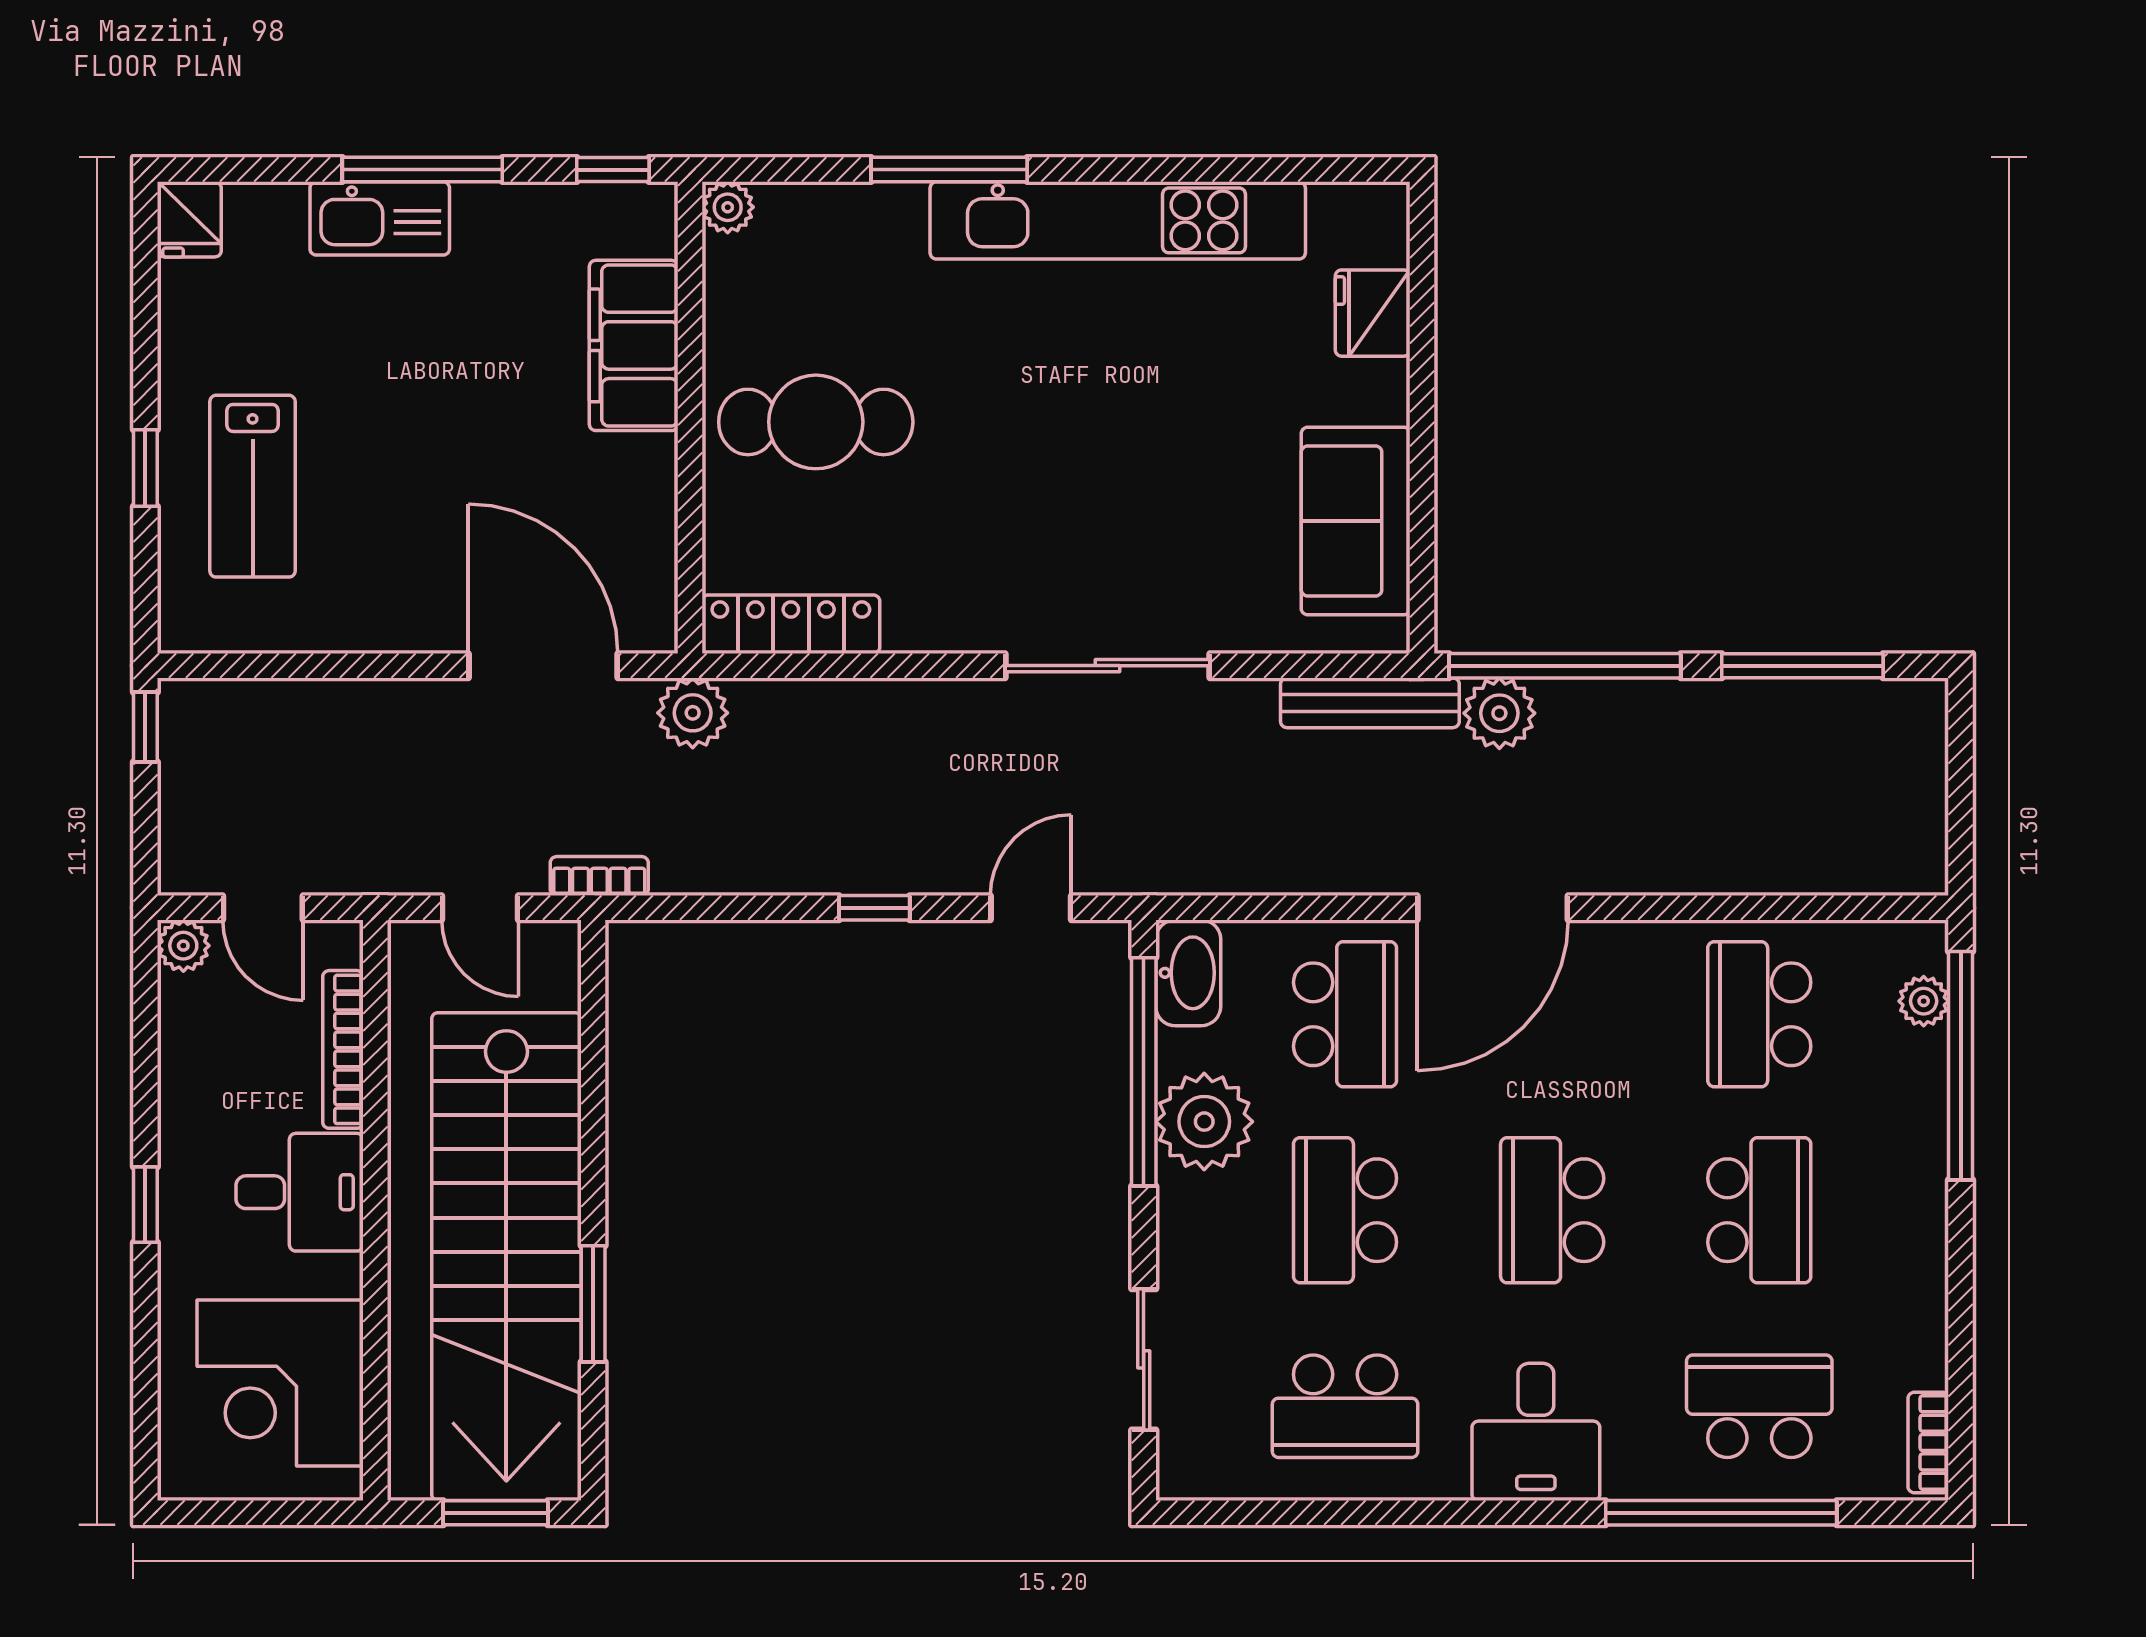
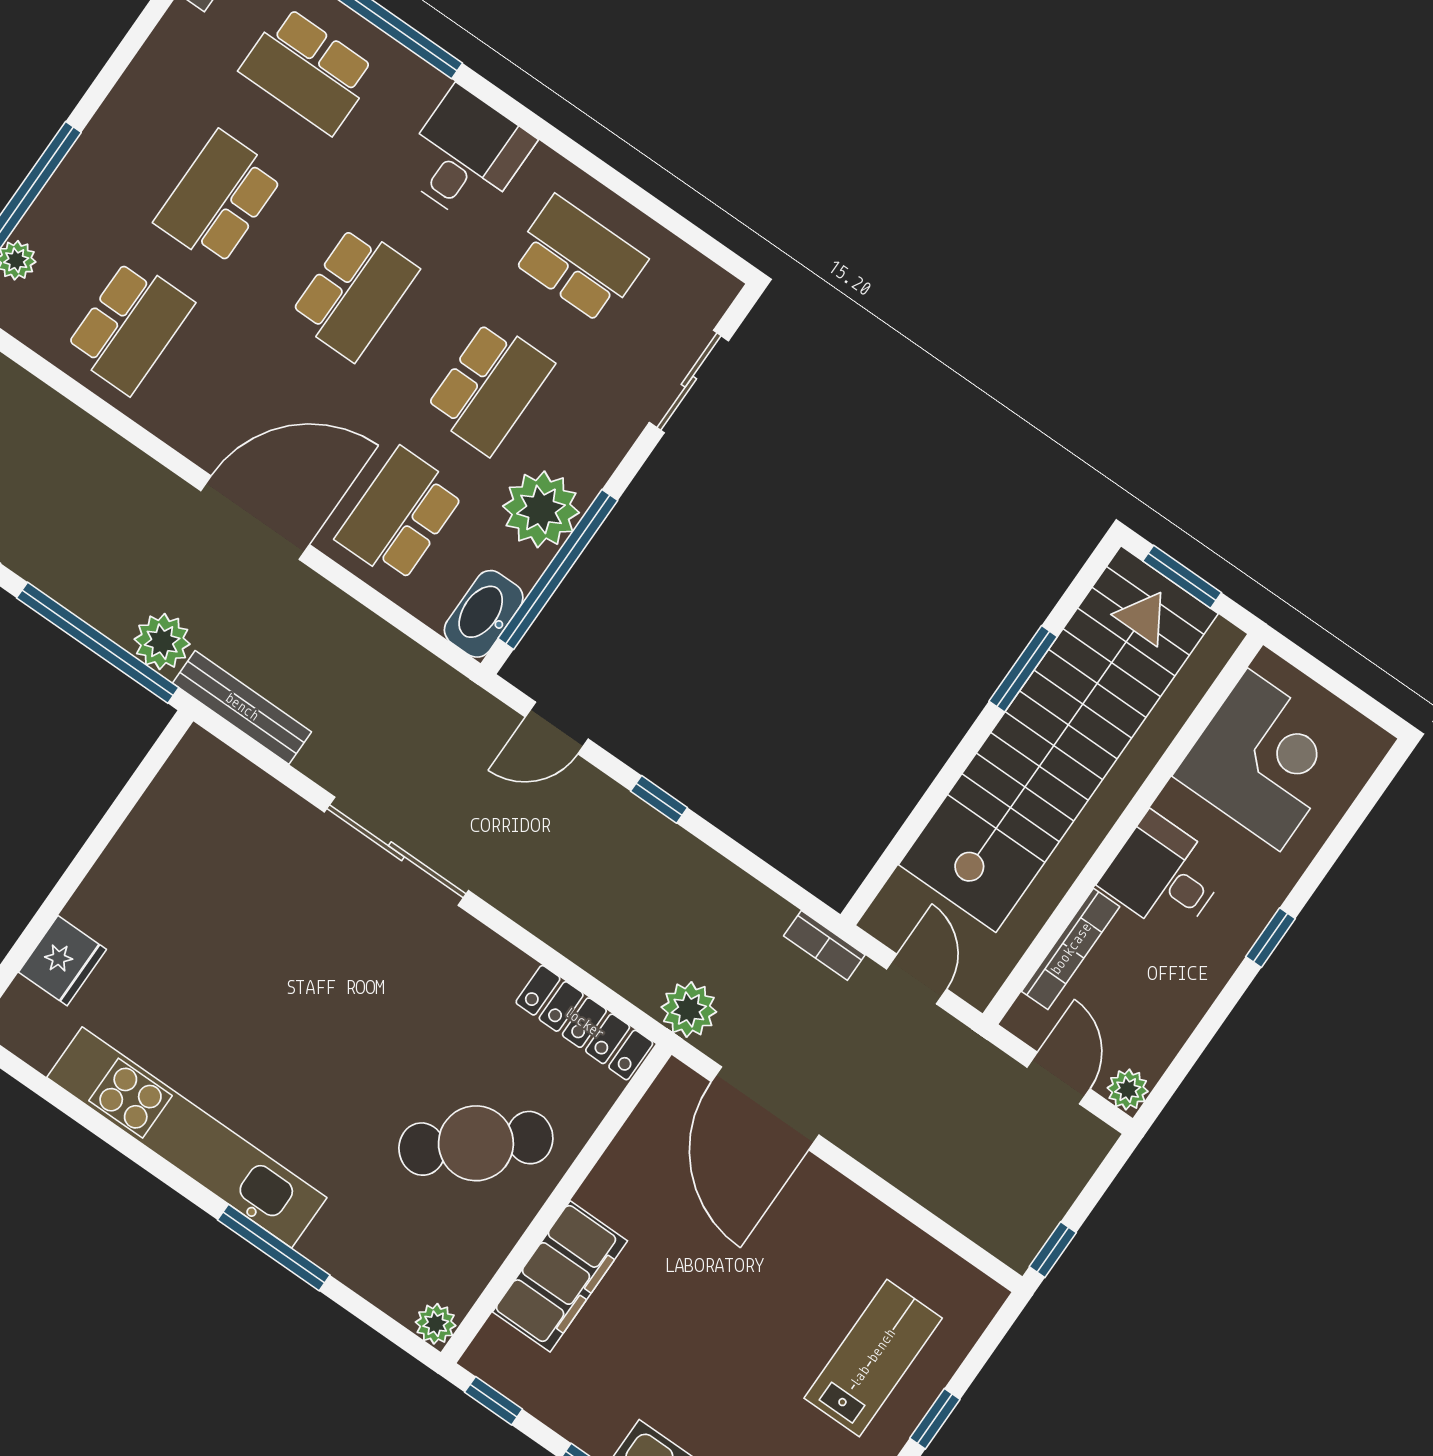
cafe table: (816, 422) -> (476, 1143), turned -41
sofa: (1356, 521) -> (168, 833), removed

